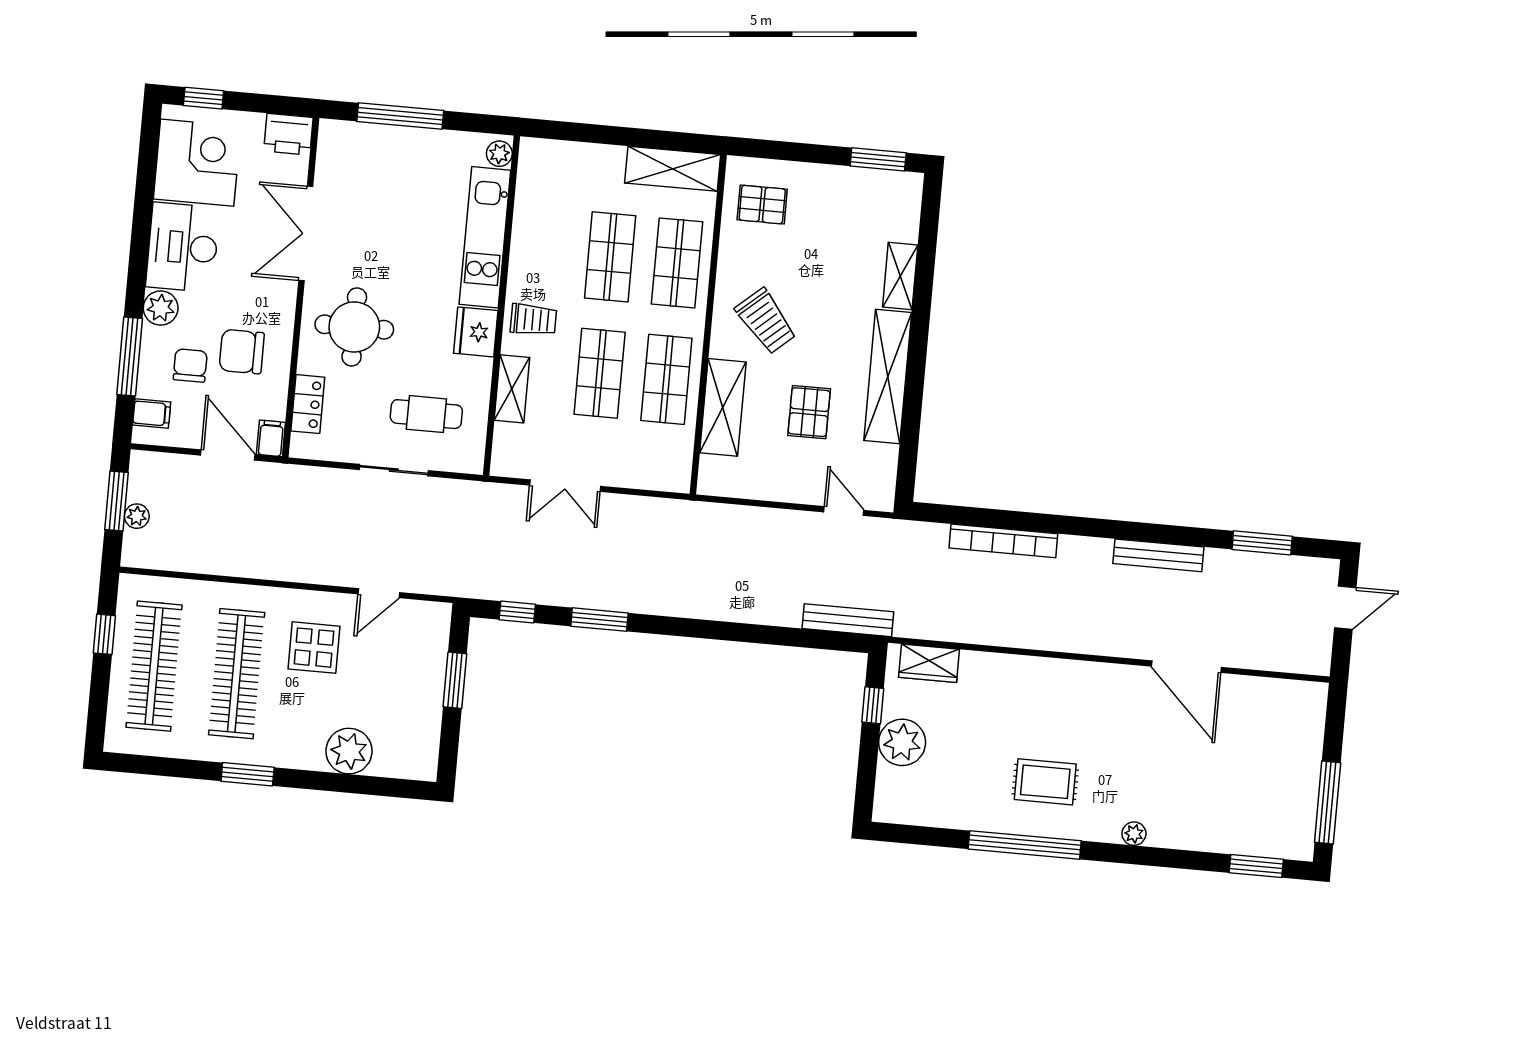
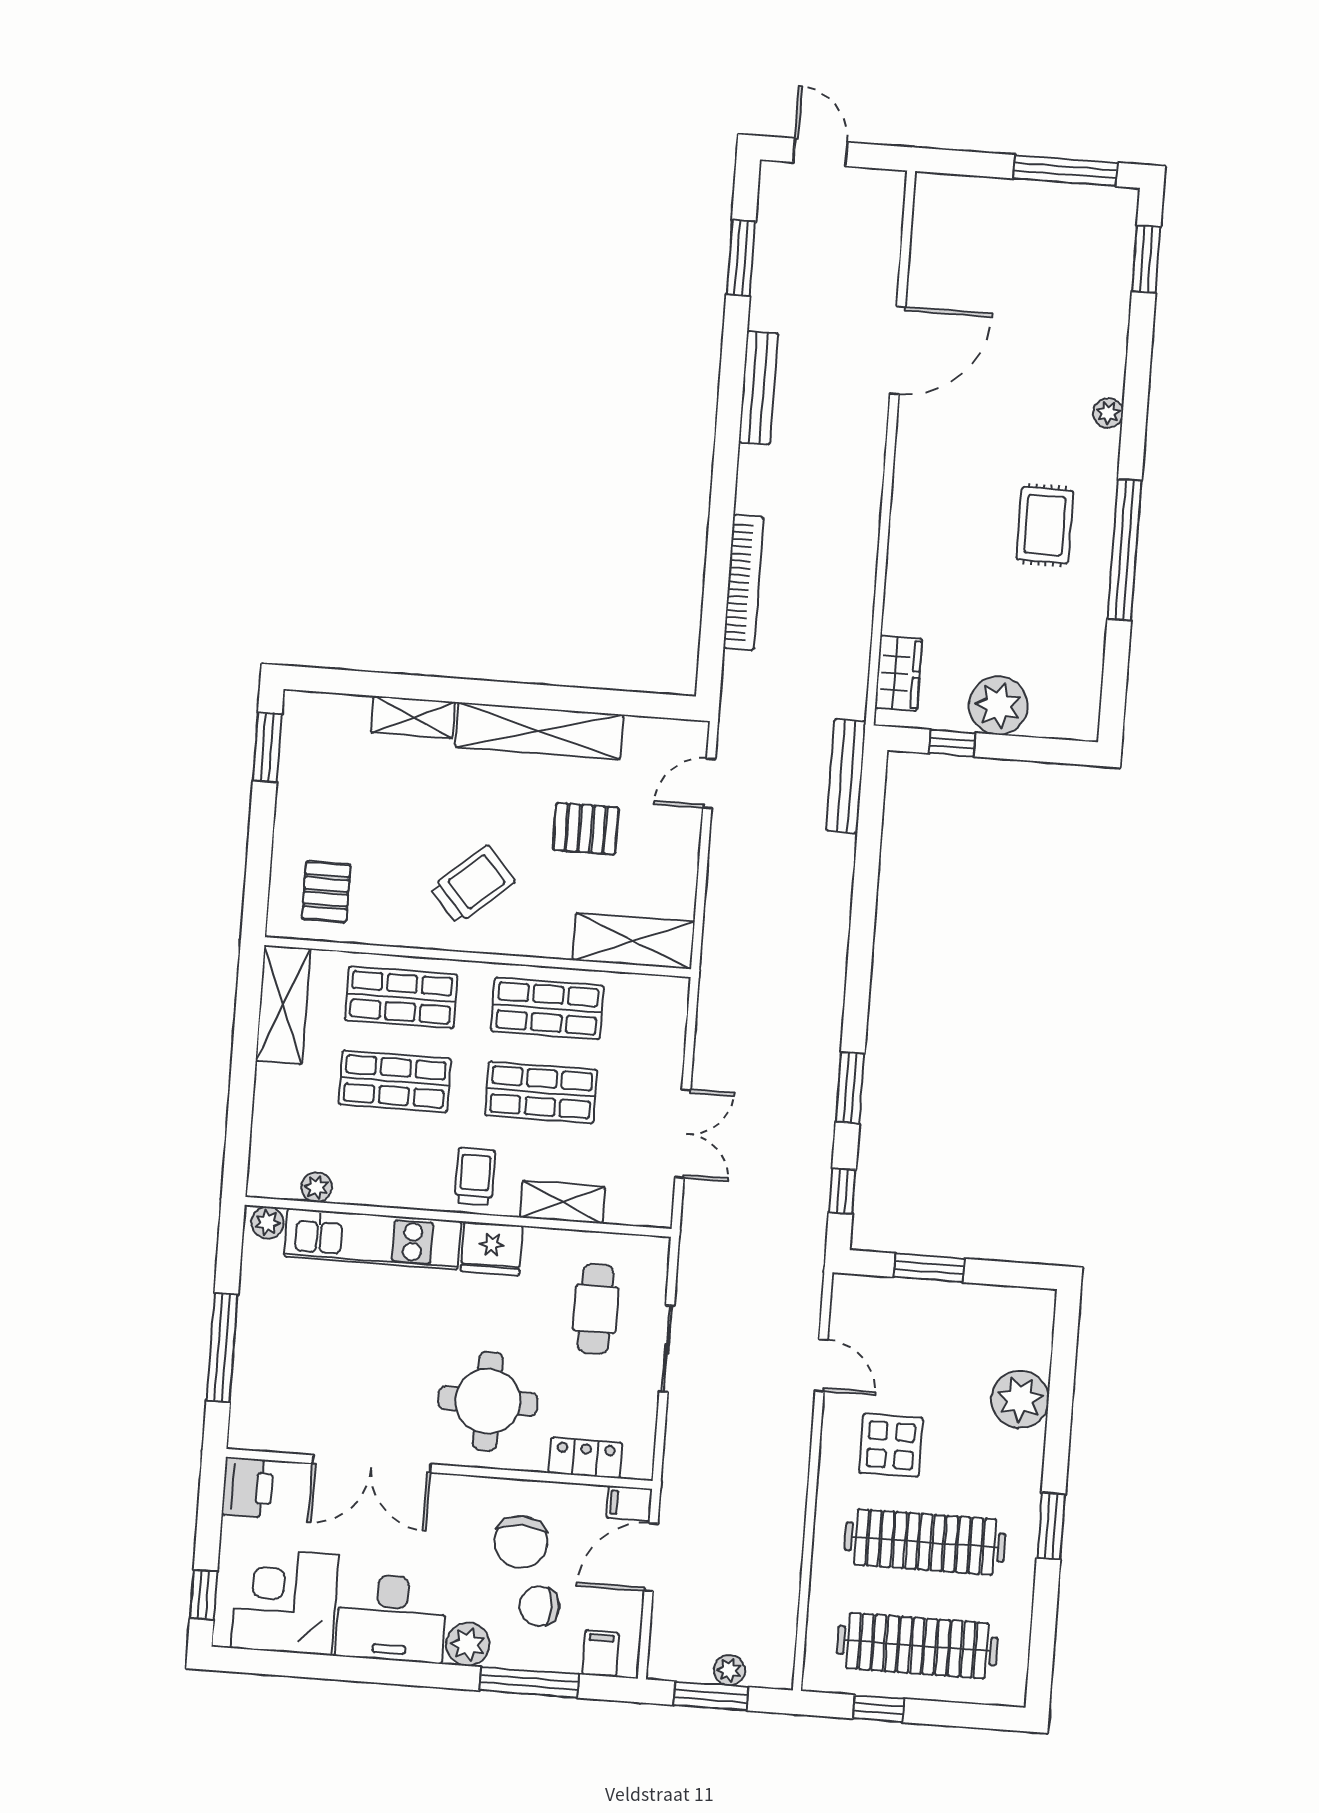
plant: (527, 193) -> (317, 1187), added
shelving: (723, 407) -> (634, 941), moved

